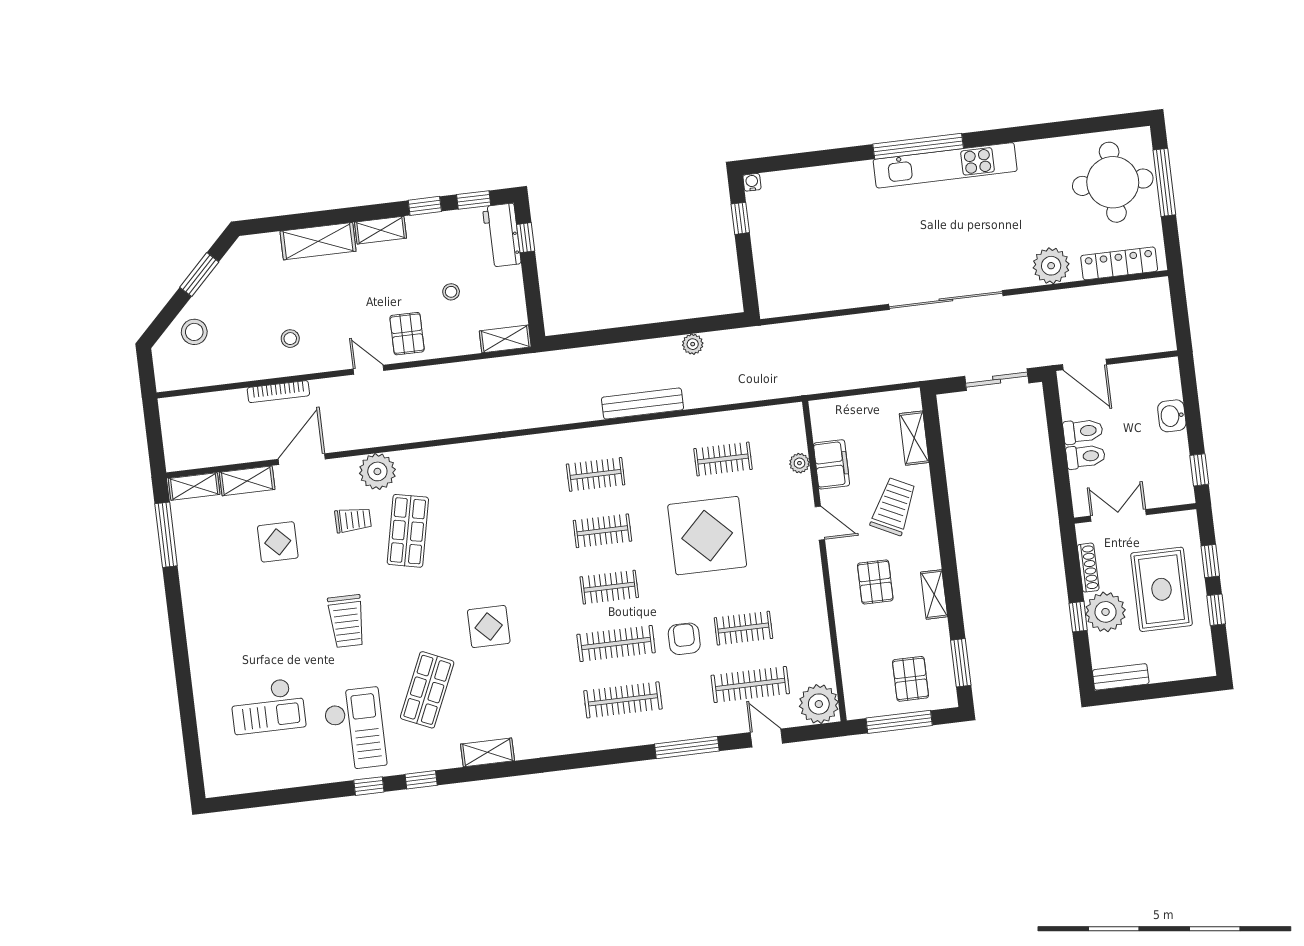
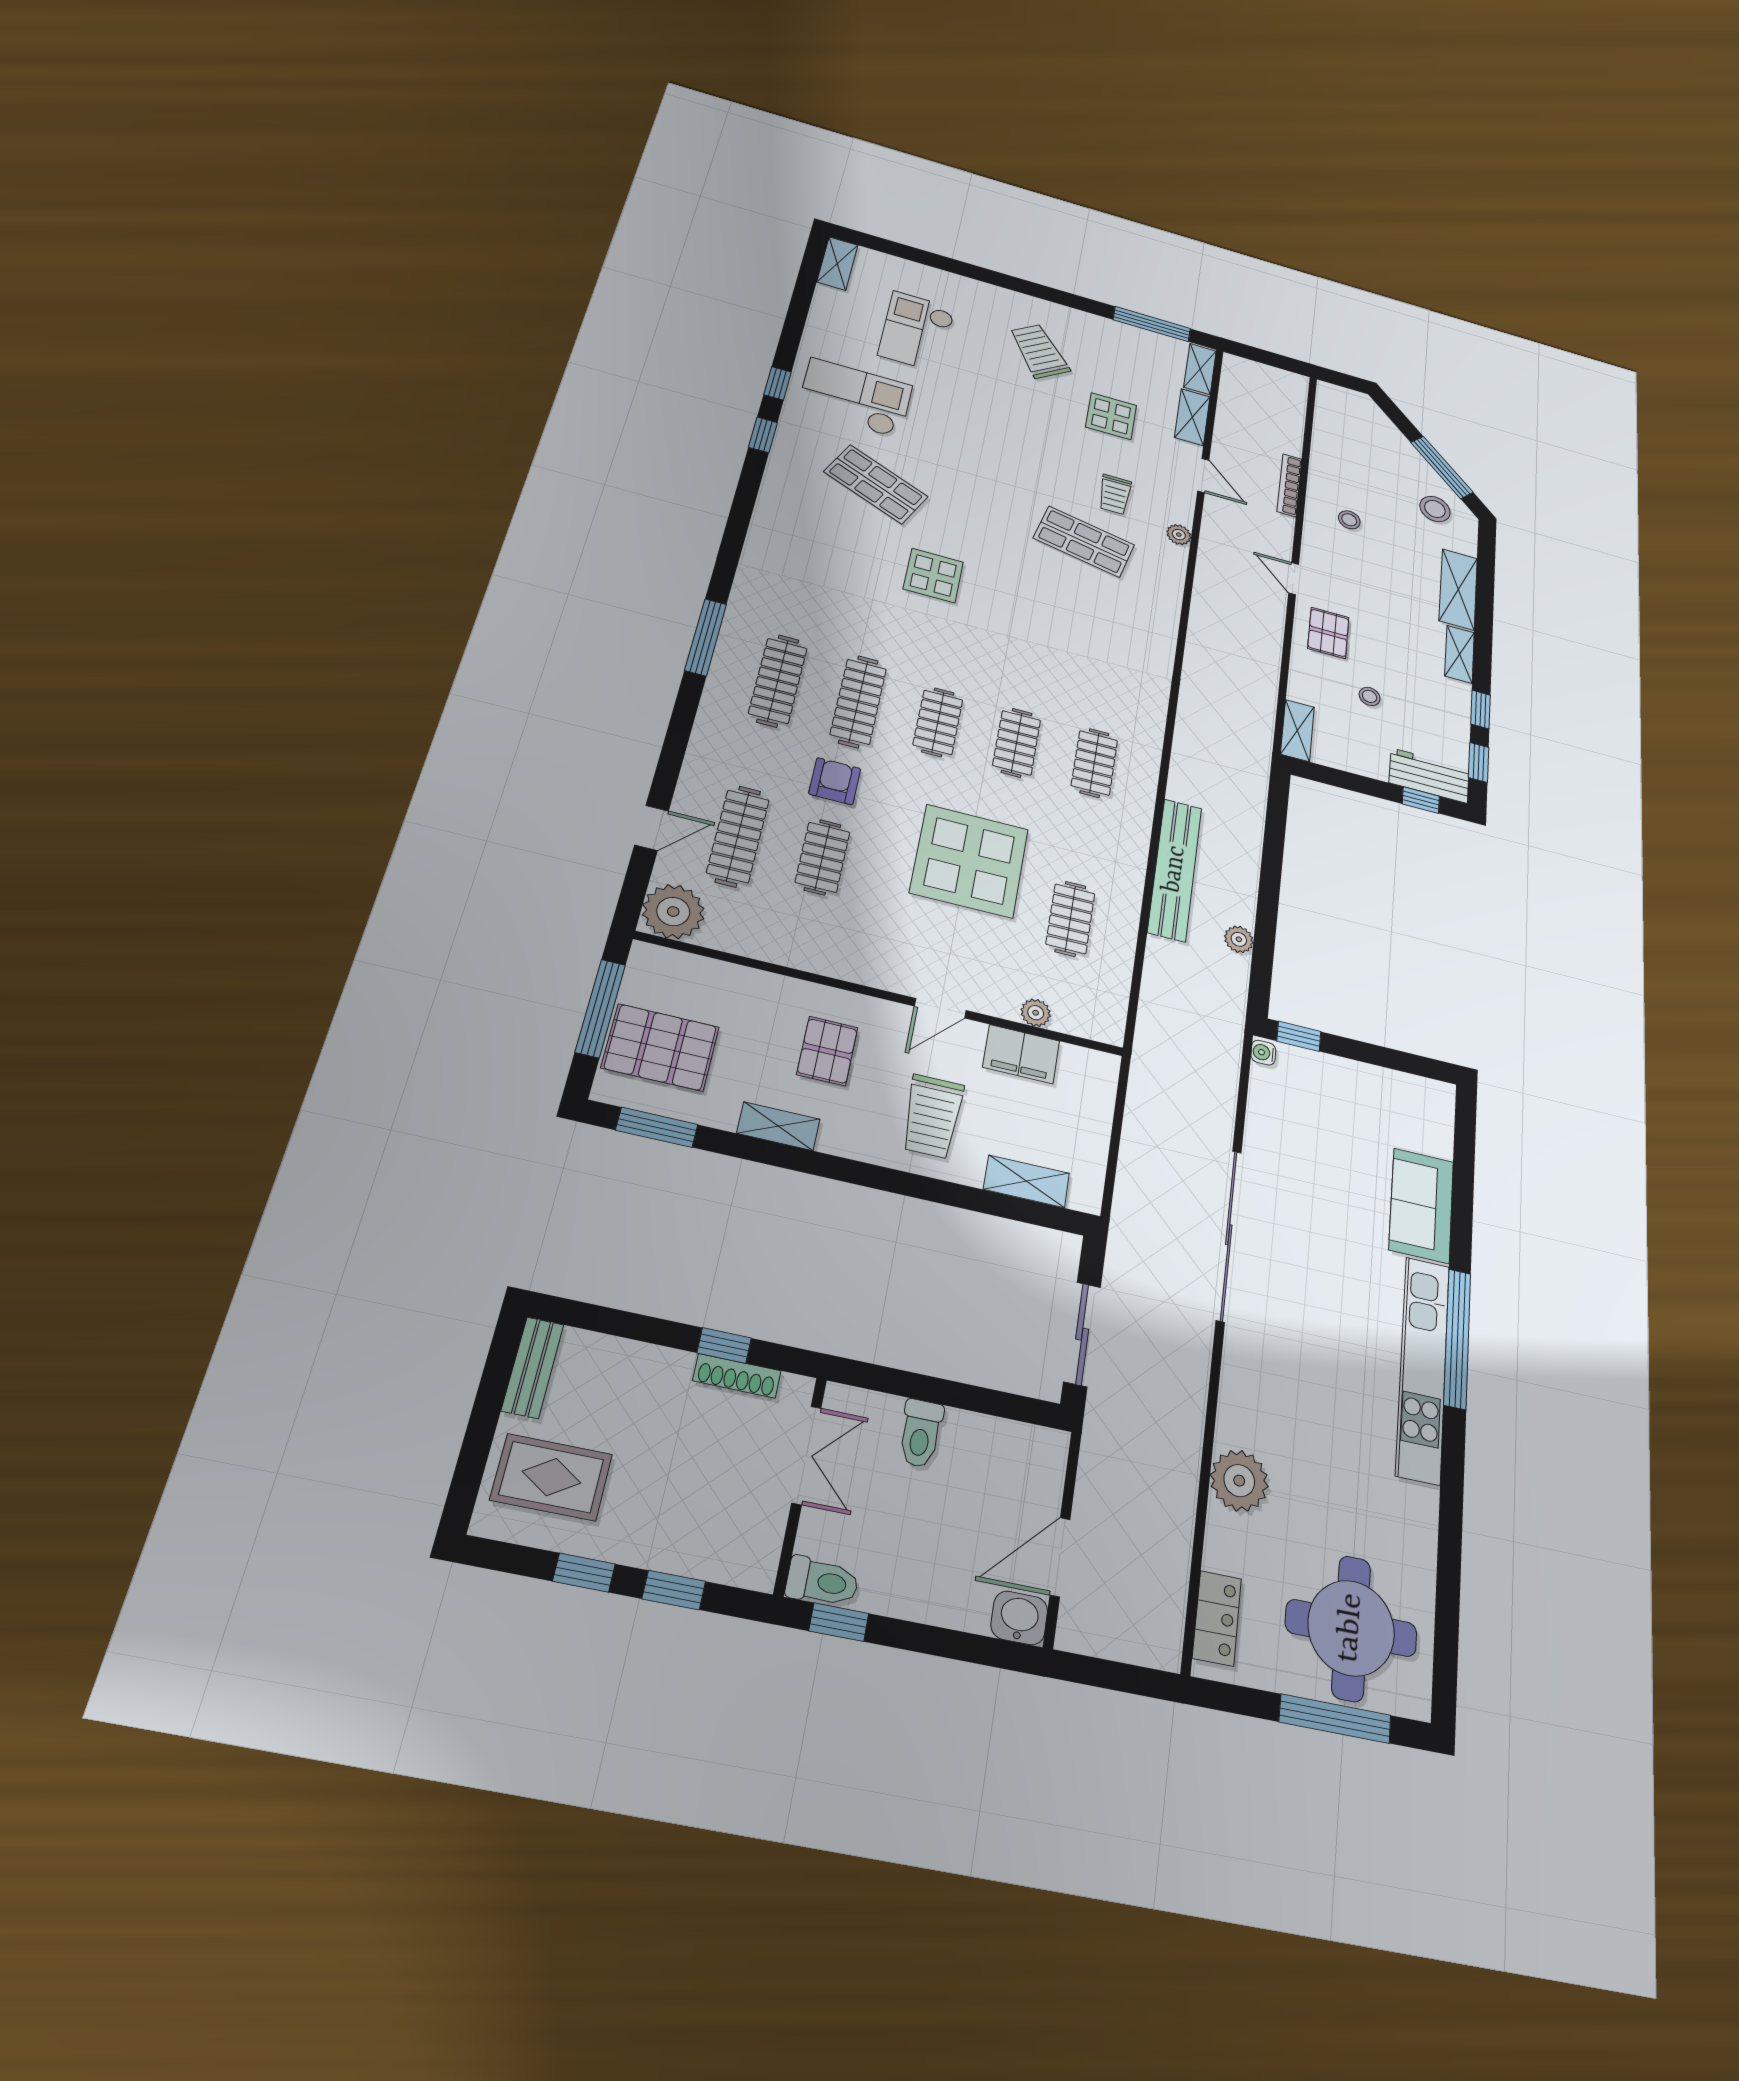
water cooler: (752, 182) -> (1263, 1053), moved, turned 180
sofa: (838, 184) -> (1421, 1205), added
window: (740, 218) -> (1299, 1036), moved
locker: (1119, 263) -> (1217, 1618), width x0.66
window: (199, 275) -> (1442, 467), width x1.44
sliding door: (946, 300) -> (1229, 1235), moved
stool: (194, 332) -> (1435, 509), moved
pallet: (407, 334) -> (1328, 633), turned 90
door: (1085, 364) -> (1060, 1557), moved
door: (368, 370) -> (1294, 579), swing flipped
bench: (643, 404) -> (1175, 869), width x1.37, depth x1.21
washbasin: (1172, 416) -> (1019, 1618), moved
toilet: (1083, 431) -> (822, 1582), moved, turned -90
door: (302, 459) -> (1203, 476), width x0.73
plant: (377, 471) -> (1179, 535), width x0.53, depth x0.53
trolley: (894, 506) -> (932, 1116), turned 64
pallet: (875, 582) -> (827, 1051), turned 90
rug: (1162, 589) -> (551, 1477), moved, width x0.73, depth x0.70
plant: (1106, 612) -> (652, 1379), removed
window: (1078, 617) -> (724, 1345), moved
trolley: (347, 621) -> (1039, 351), moved, turned 55
armchair: (684, 639) -> (835, 781), turned -90
pallet: (911, 679) -> (660, 1047), width x1.50, depth x1.42
checkout: (355, 729) -> (855, 398), turned 180
window: (687, 748) -> (706, 637), moved
shelving: (487, 752) -> (837, 263), moved

